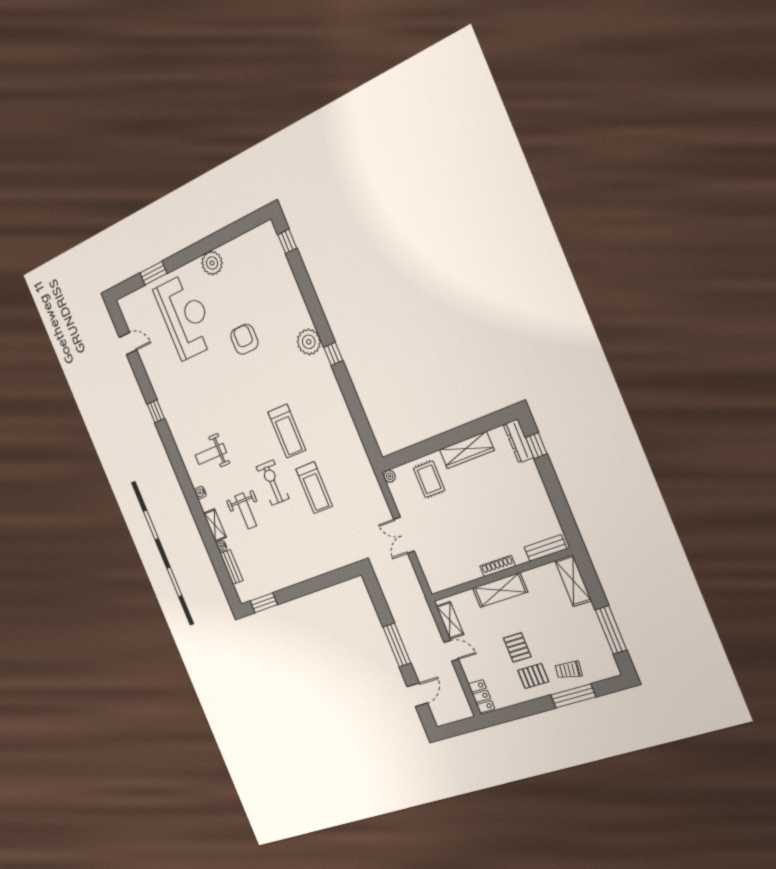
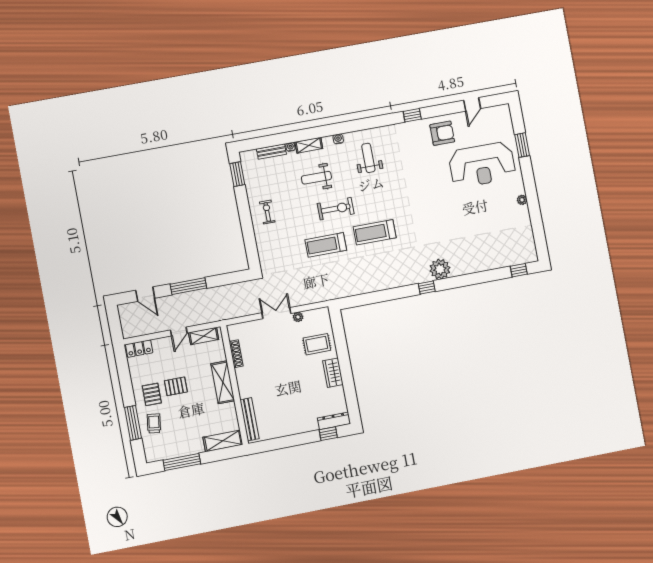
plant: (212, 263) -> (522, 200), width x0.53, depth x0.53
armchair: (244, 339) -> (442, 133), moved
wardrobe: (467, 450) -> (333, 373), width x0.67
plant: (390, 476) -> (298, 317), moved
bench: (545, 548) -> (250, 419), width x1.36
exercise bike: (295, 563) -> (267, 212), added
shoe rack: (498, 566) -> (236, 354), moved

